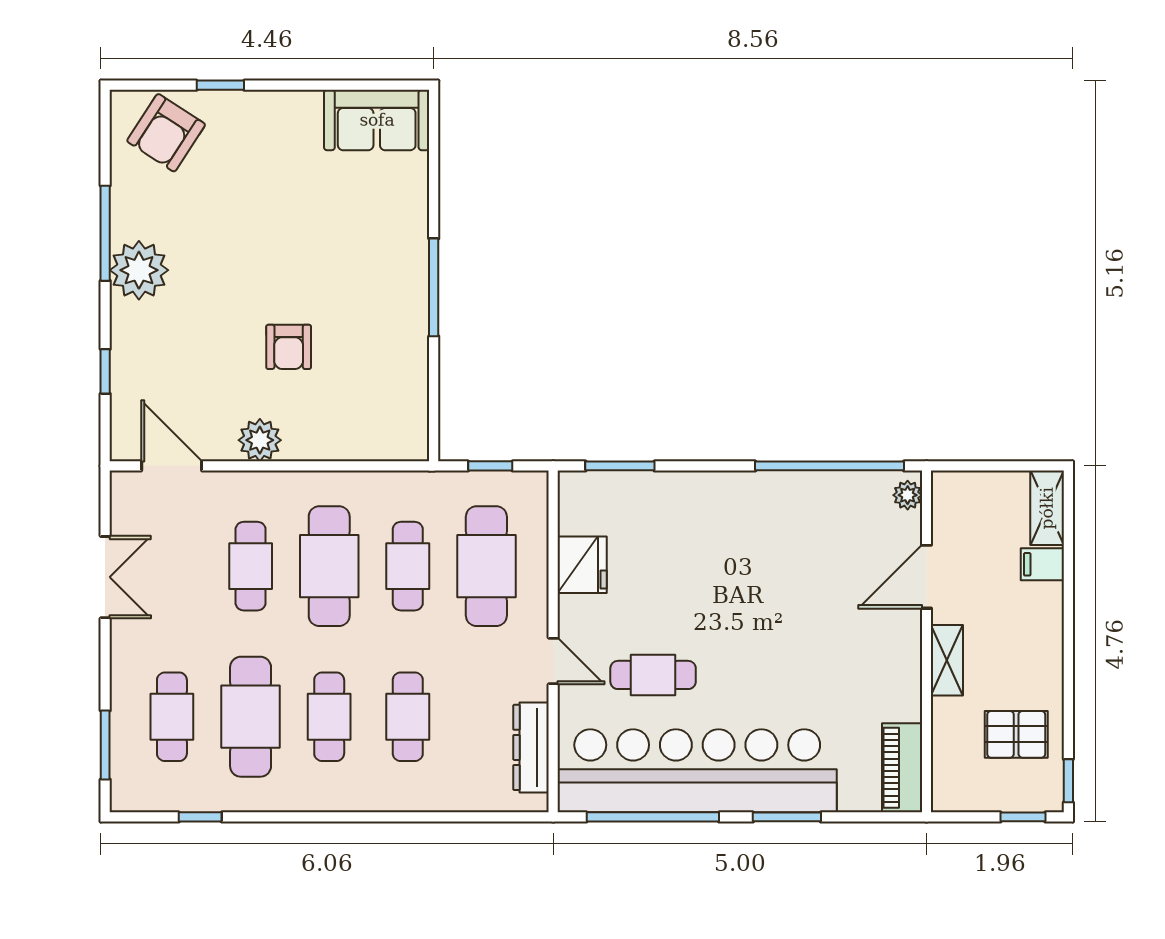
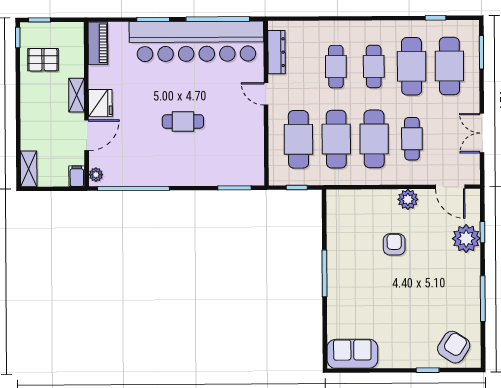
plant: (139, 270) -> (466, 239), moved
filing cabinet: (1042, 564) -> (77, 176), moved, turned -90
fridge: (582, 565) -> (100, 103), moved, turned 180
cafe table: (408, 566) -> (336, 139), width x1.37, depth x1.35
cafe table: (653, 675) -> (183, 121), moved
cafe table: (172, 717) -> (449, 66), width x1.37, depth x1.35

